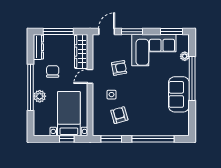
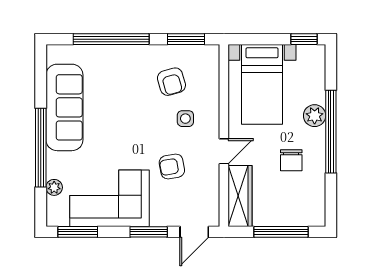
dresser: (38, 47) -> (317, 204), removed
sofa: (179, 94) -> (64, 107), width x1.36
window: (67, 139) -> (304, 39), moved

